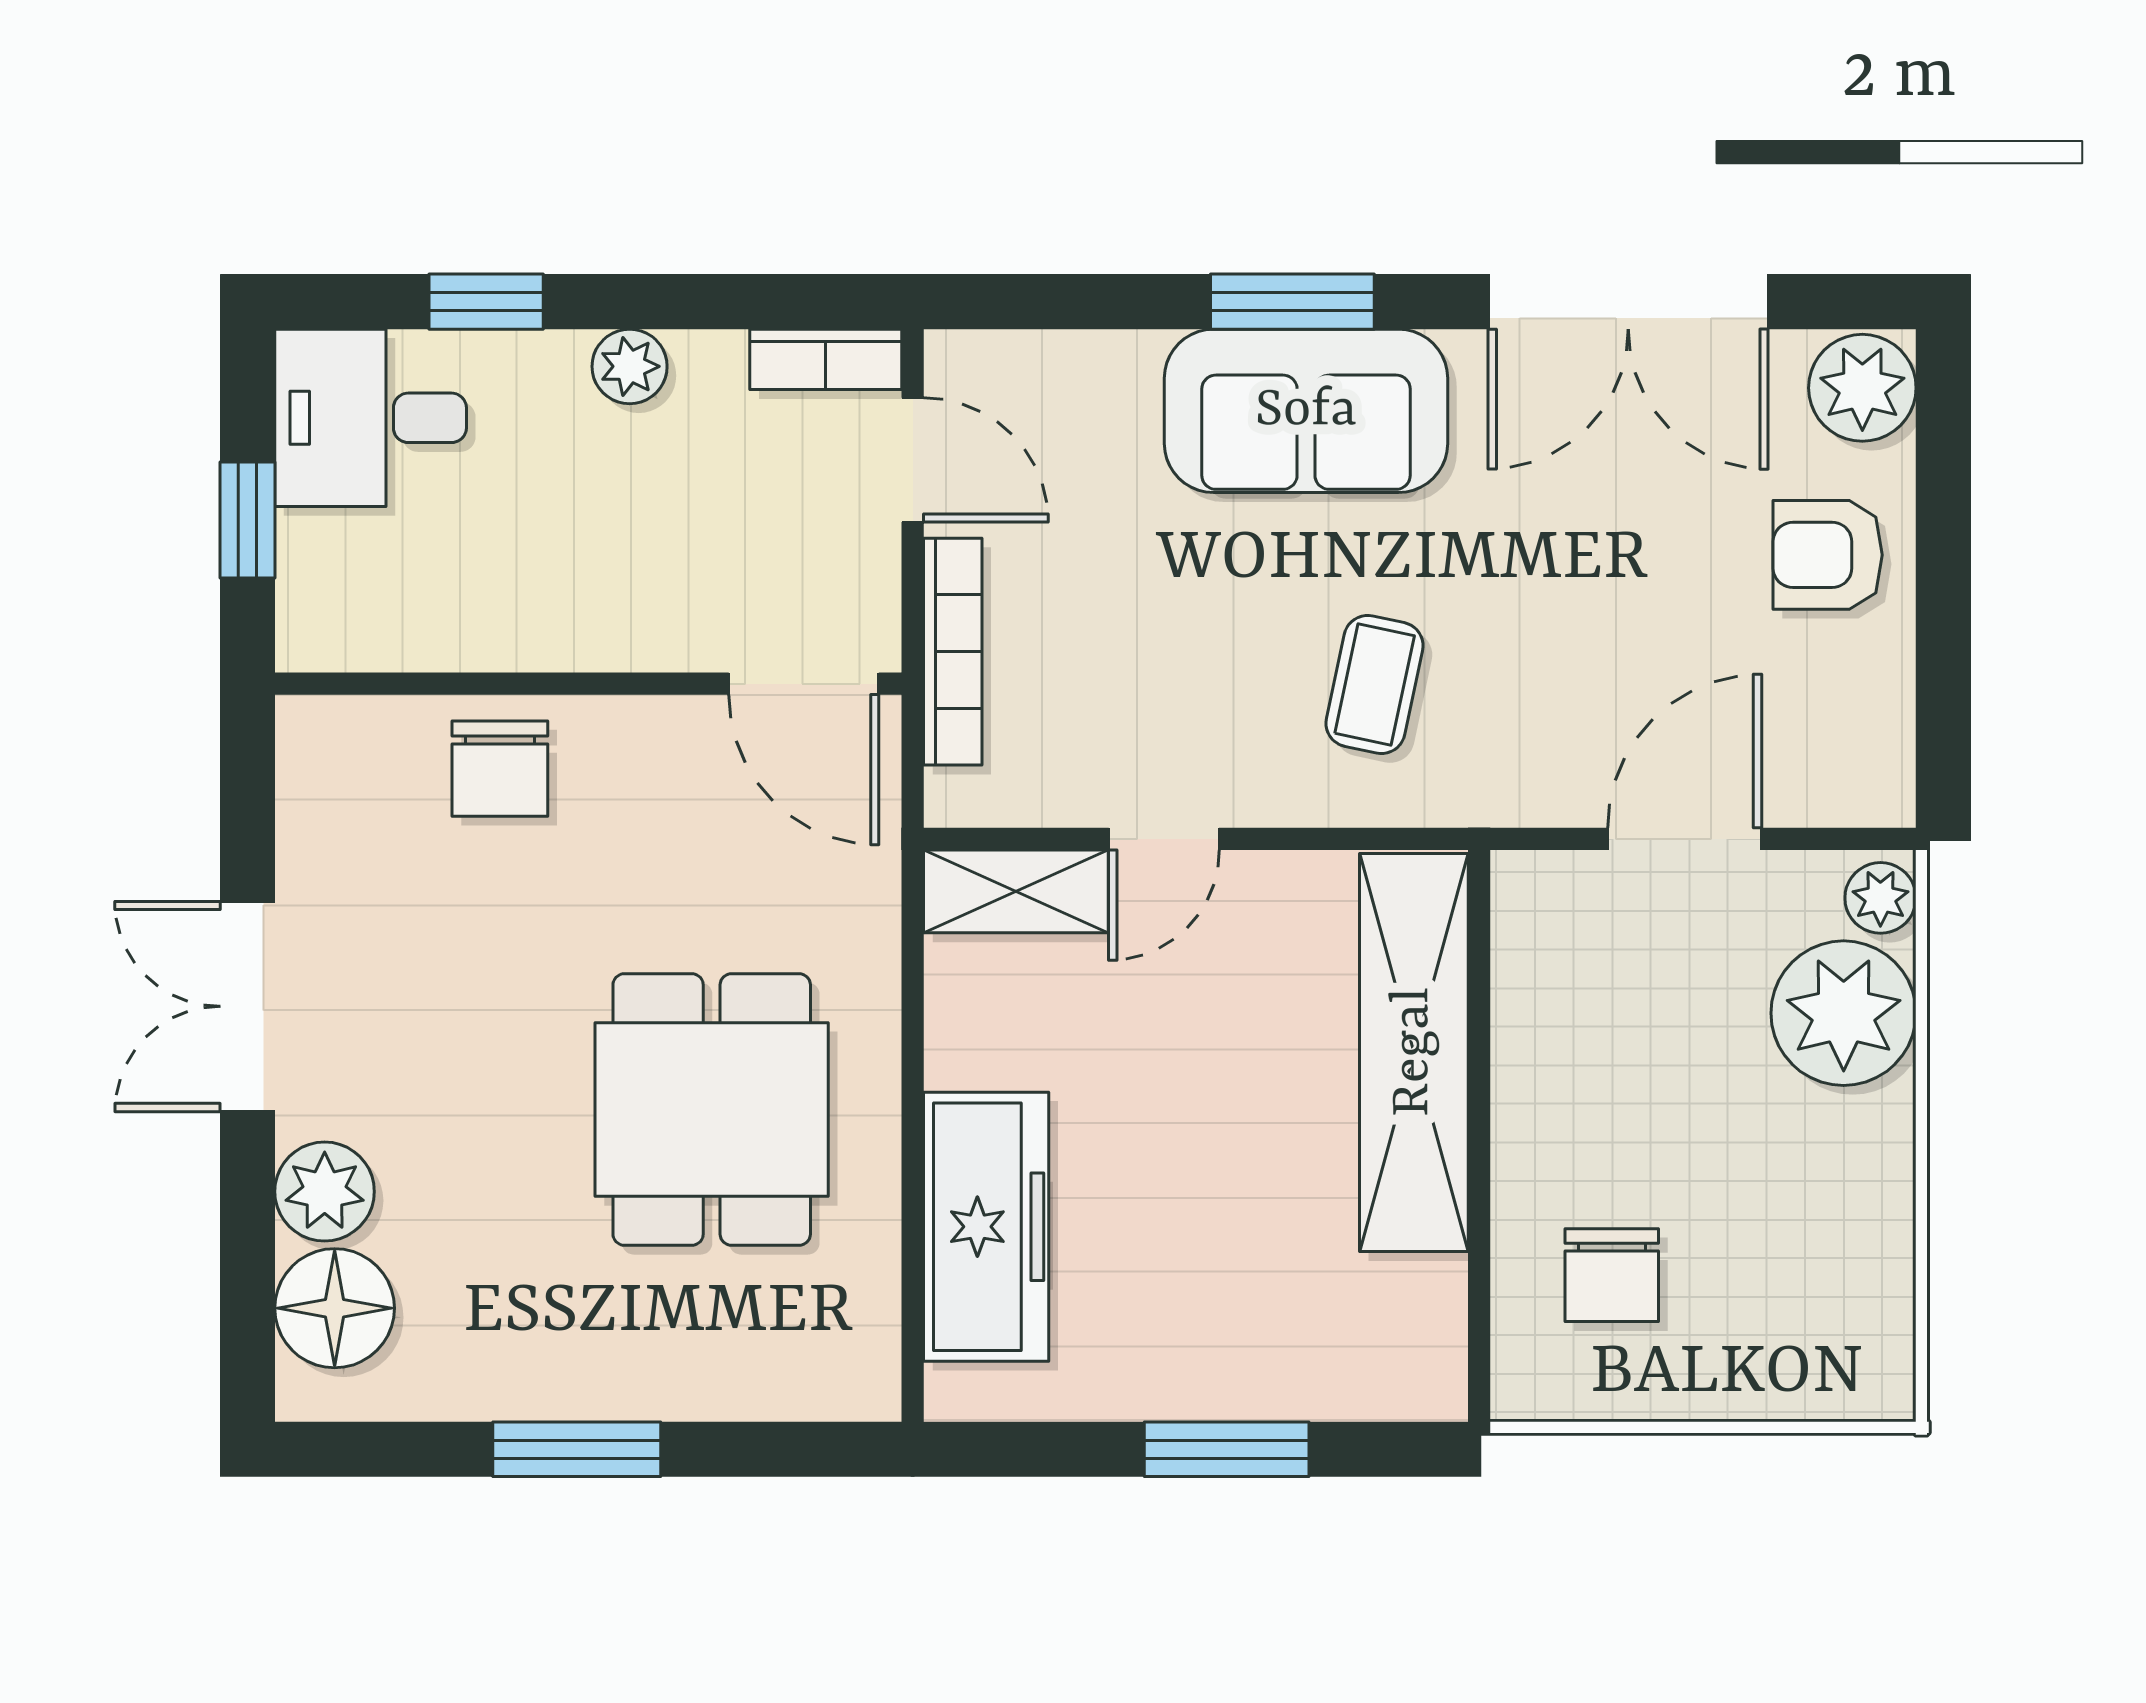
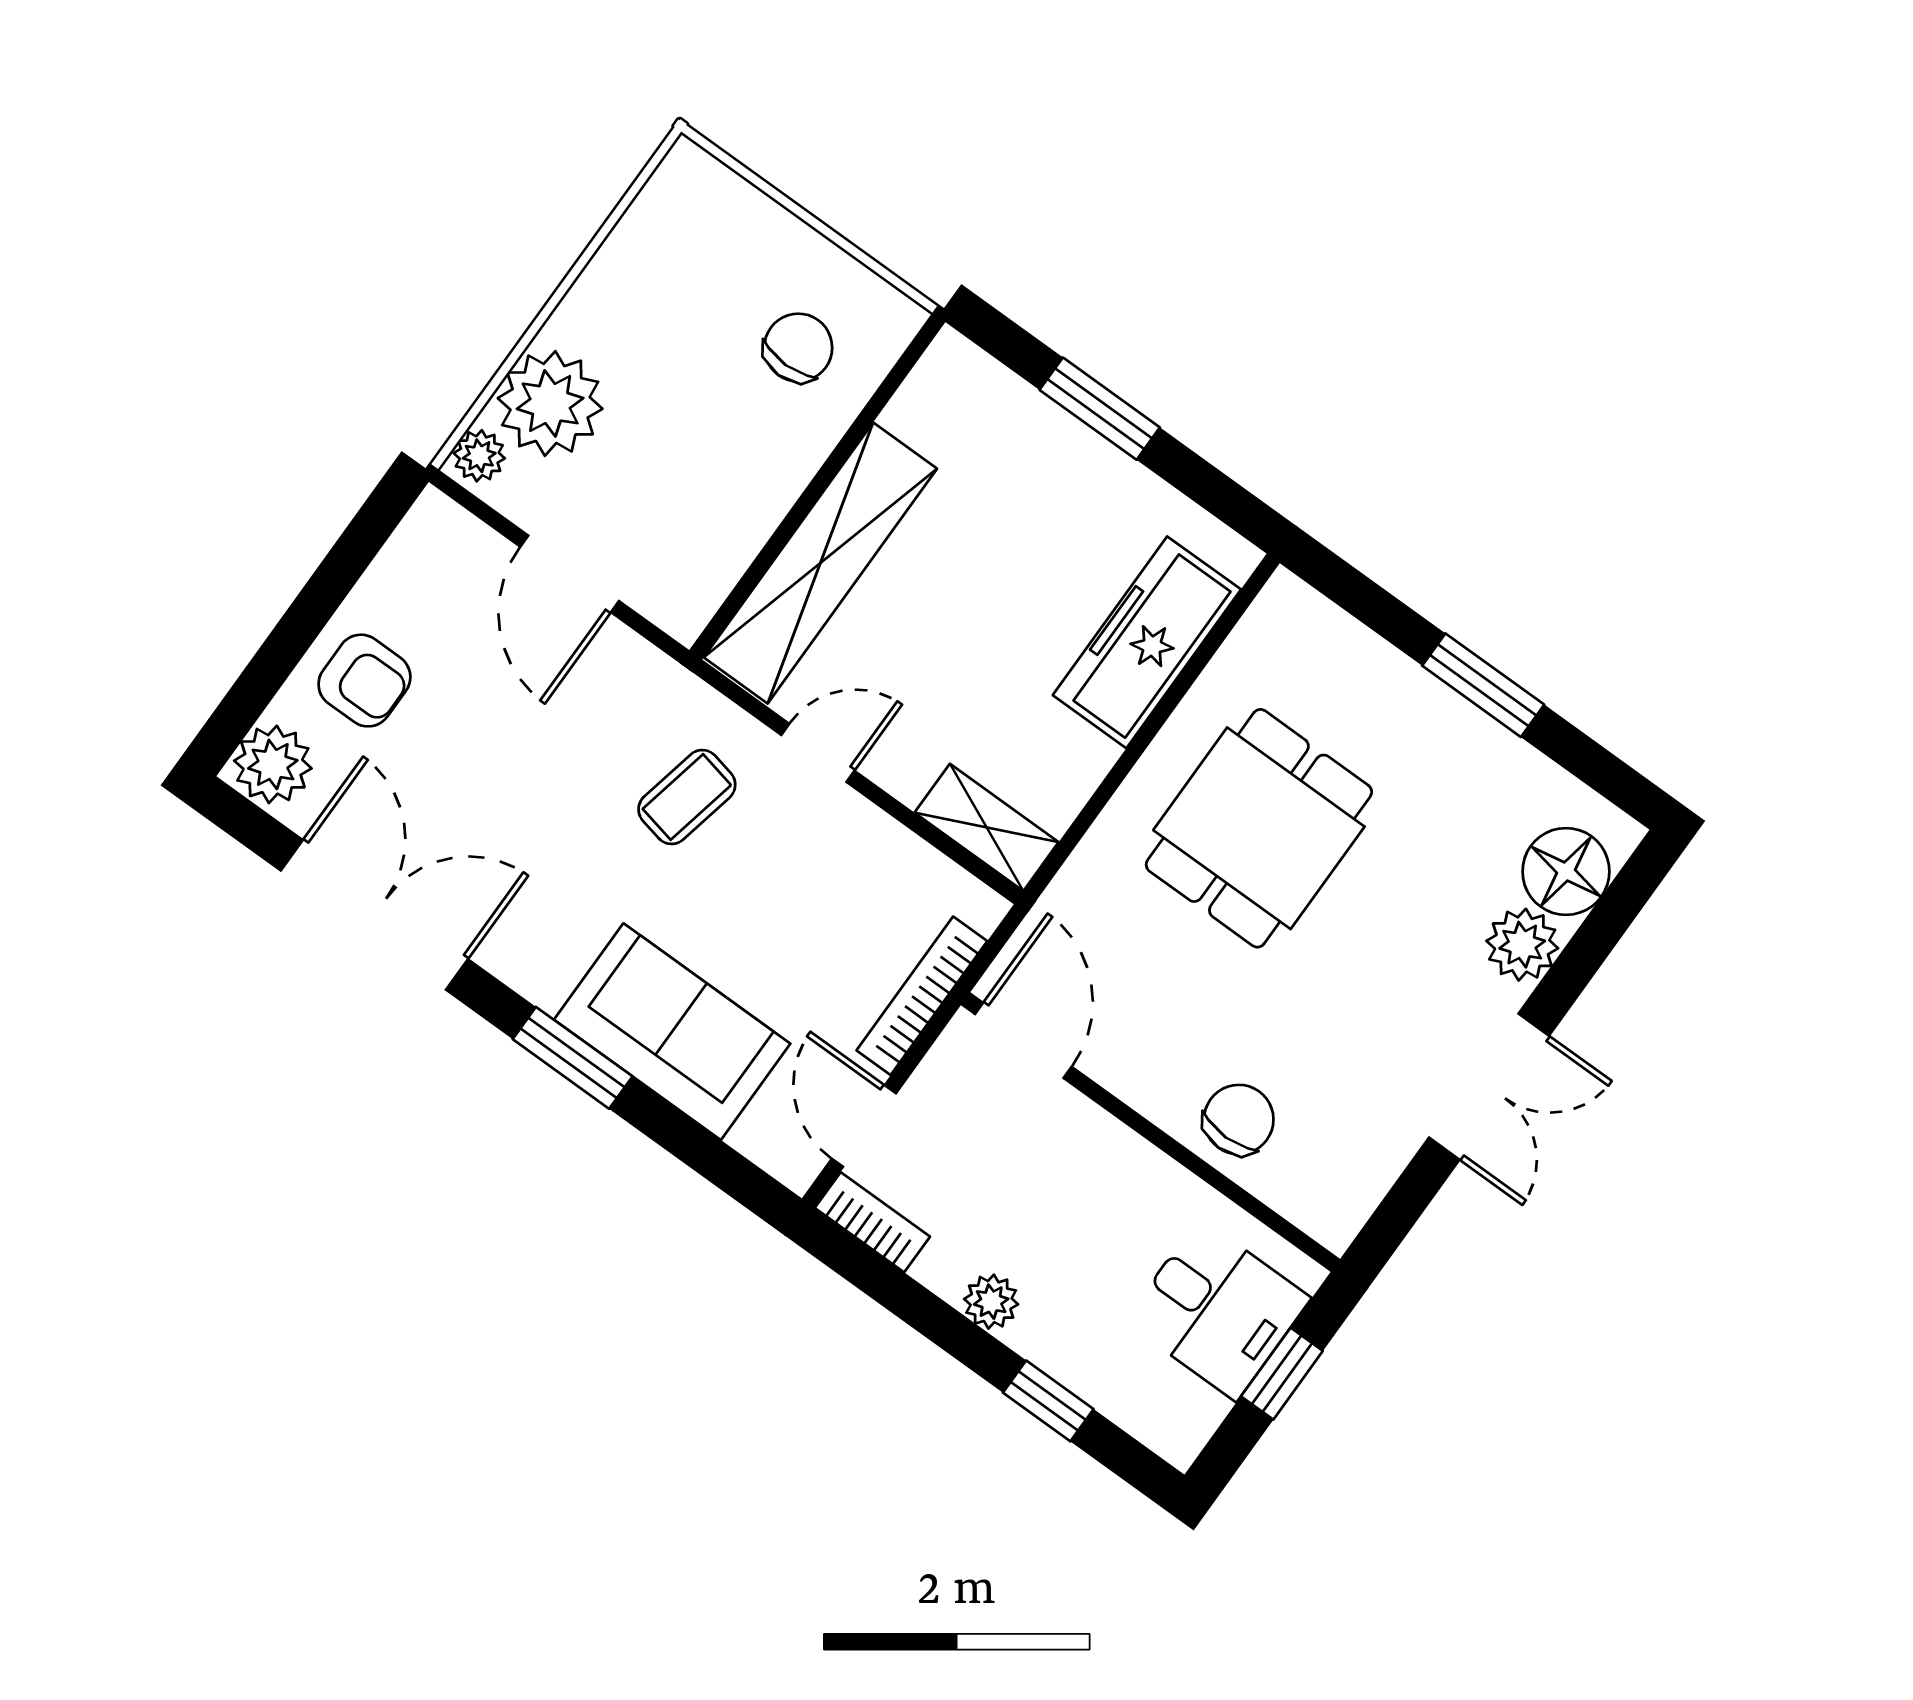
sofa: (1306, 411) -> (672, 1032), moved
desk: (371, 418) -> (1218, 1310), moved
door: (1164, 839) -> (818, 753), moved
door: (1685, 839) -> (570, 574), hinge flipped

